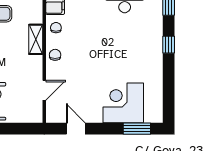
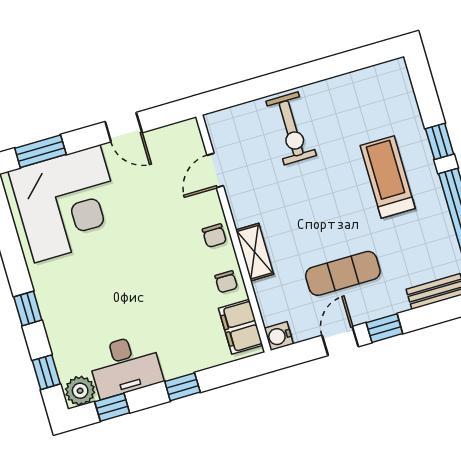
corner desk: (123, 103) -> (67, 204), width x1.36, depth x1.36
door: (76, 129) -> (124, 127), moved

